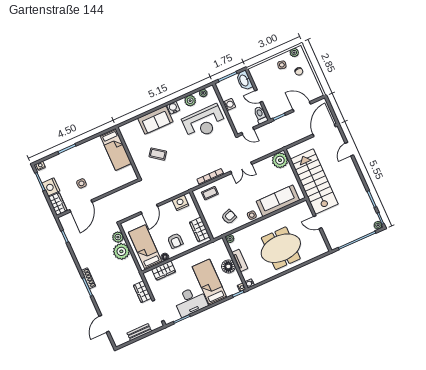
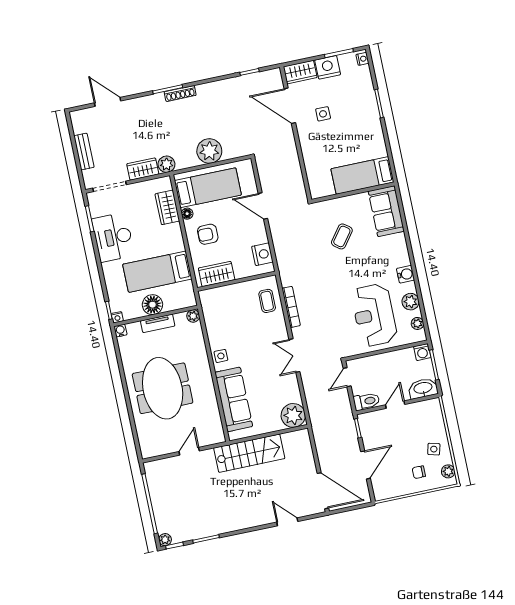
washing machine: (229, 105) -> (422, 352), moved
sofa: (155, 120) -> (386, 211), moved
stairs: (314, 181) -> (249, 453), width x0.73, depth x0.66
armchair: (229, 217) -> (226, 322), removed
plant: (118, 237) -> (166, 164), moved
bed: (209, 282) -> (157, 272), moved, turned 180

